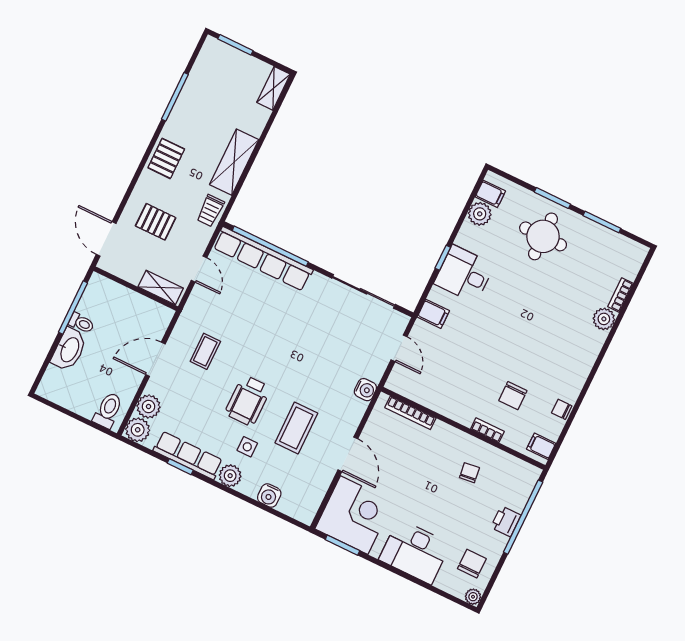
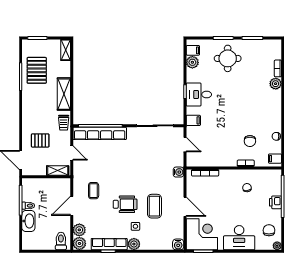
pallet: (166, 158) -> (37, 70), moved, width x1.50, depth x1.42
wheelchair: (248, 401) -> (125, 204), turned -90
water cooler: (269, 495) -> (178, 244), moved

